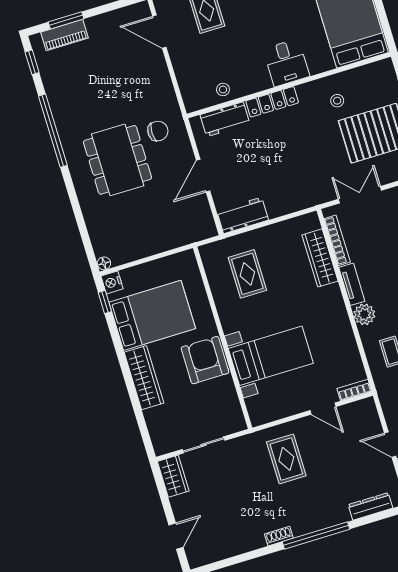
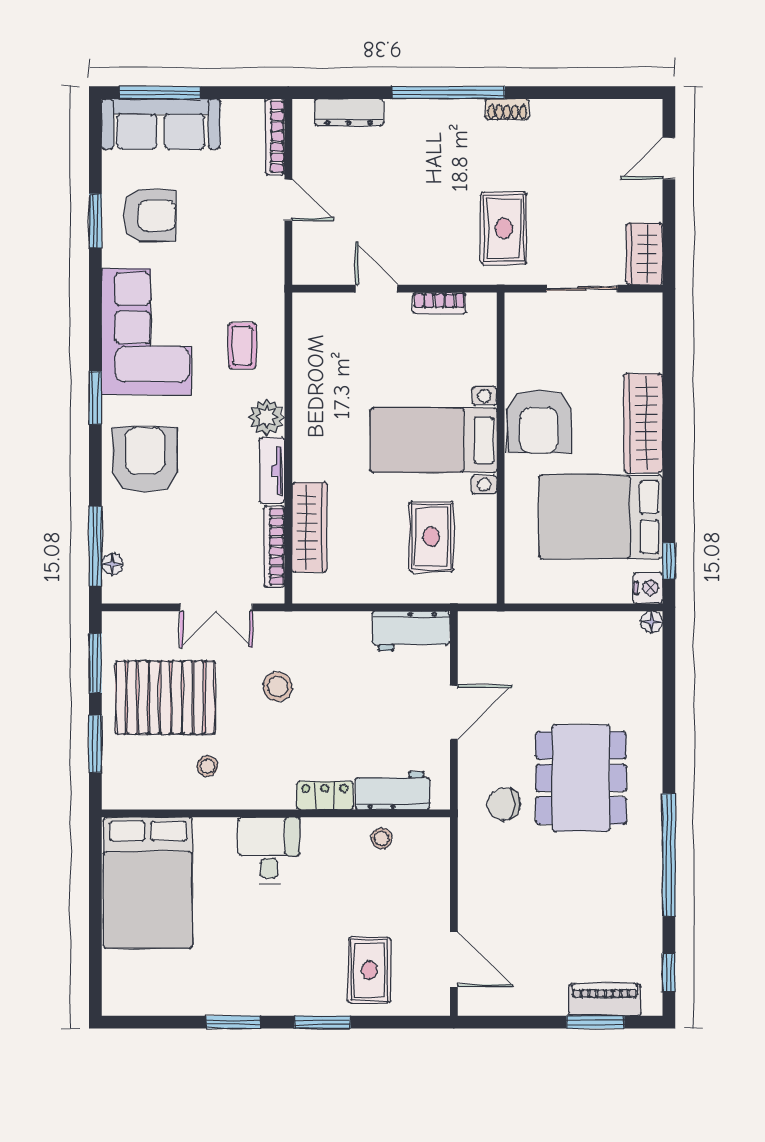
locker: (272, 102) -> (325, 795), width x0.66
stool: (310, 159) -> (278, 687), added
bed with nightstands: (271, 356) -> (434, 440), moved
bookcase: (354, 390) -> (439, 303), moved
rug: (286, 459) -> (504, 228), moved

